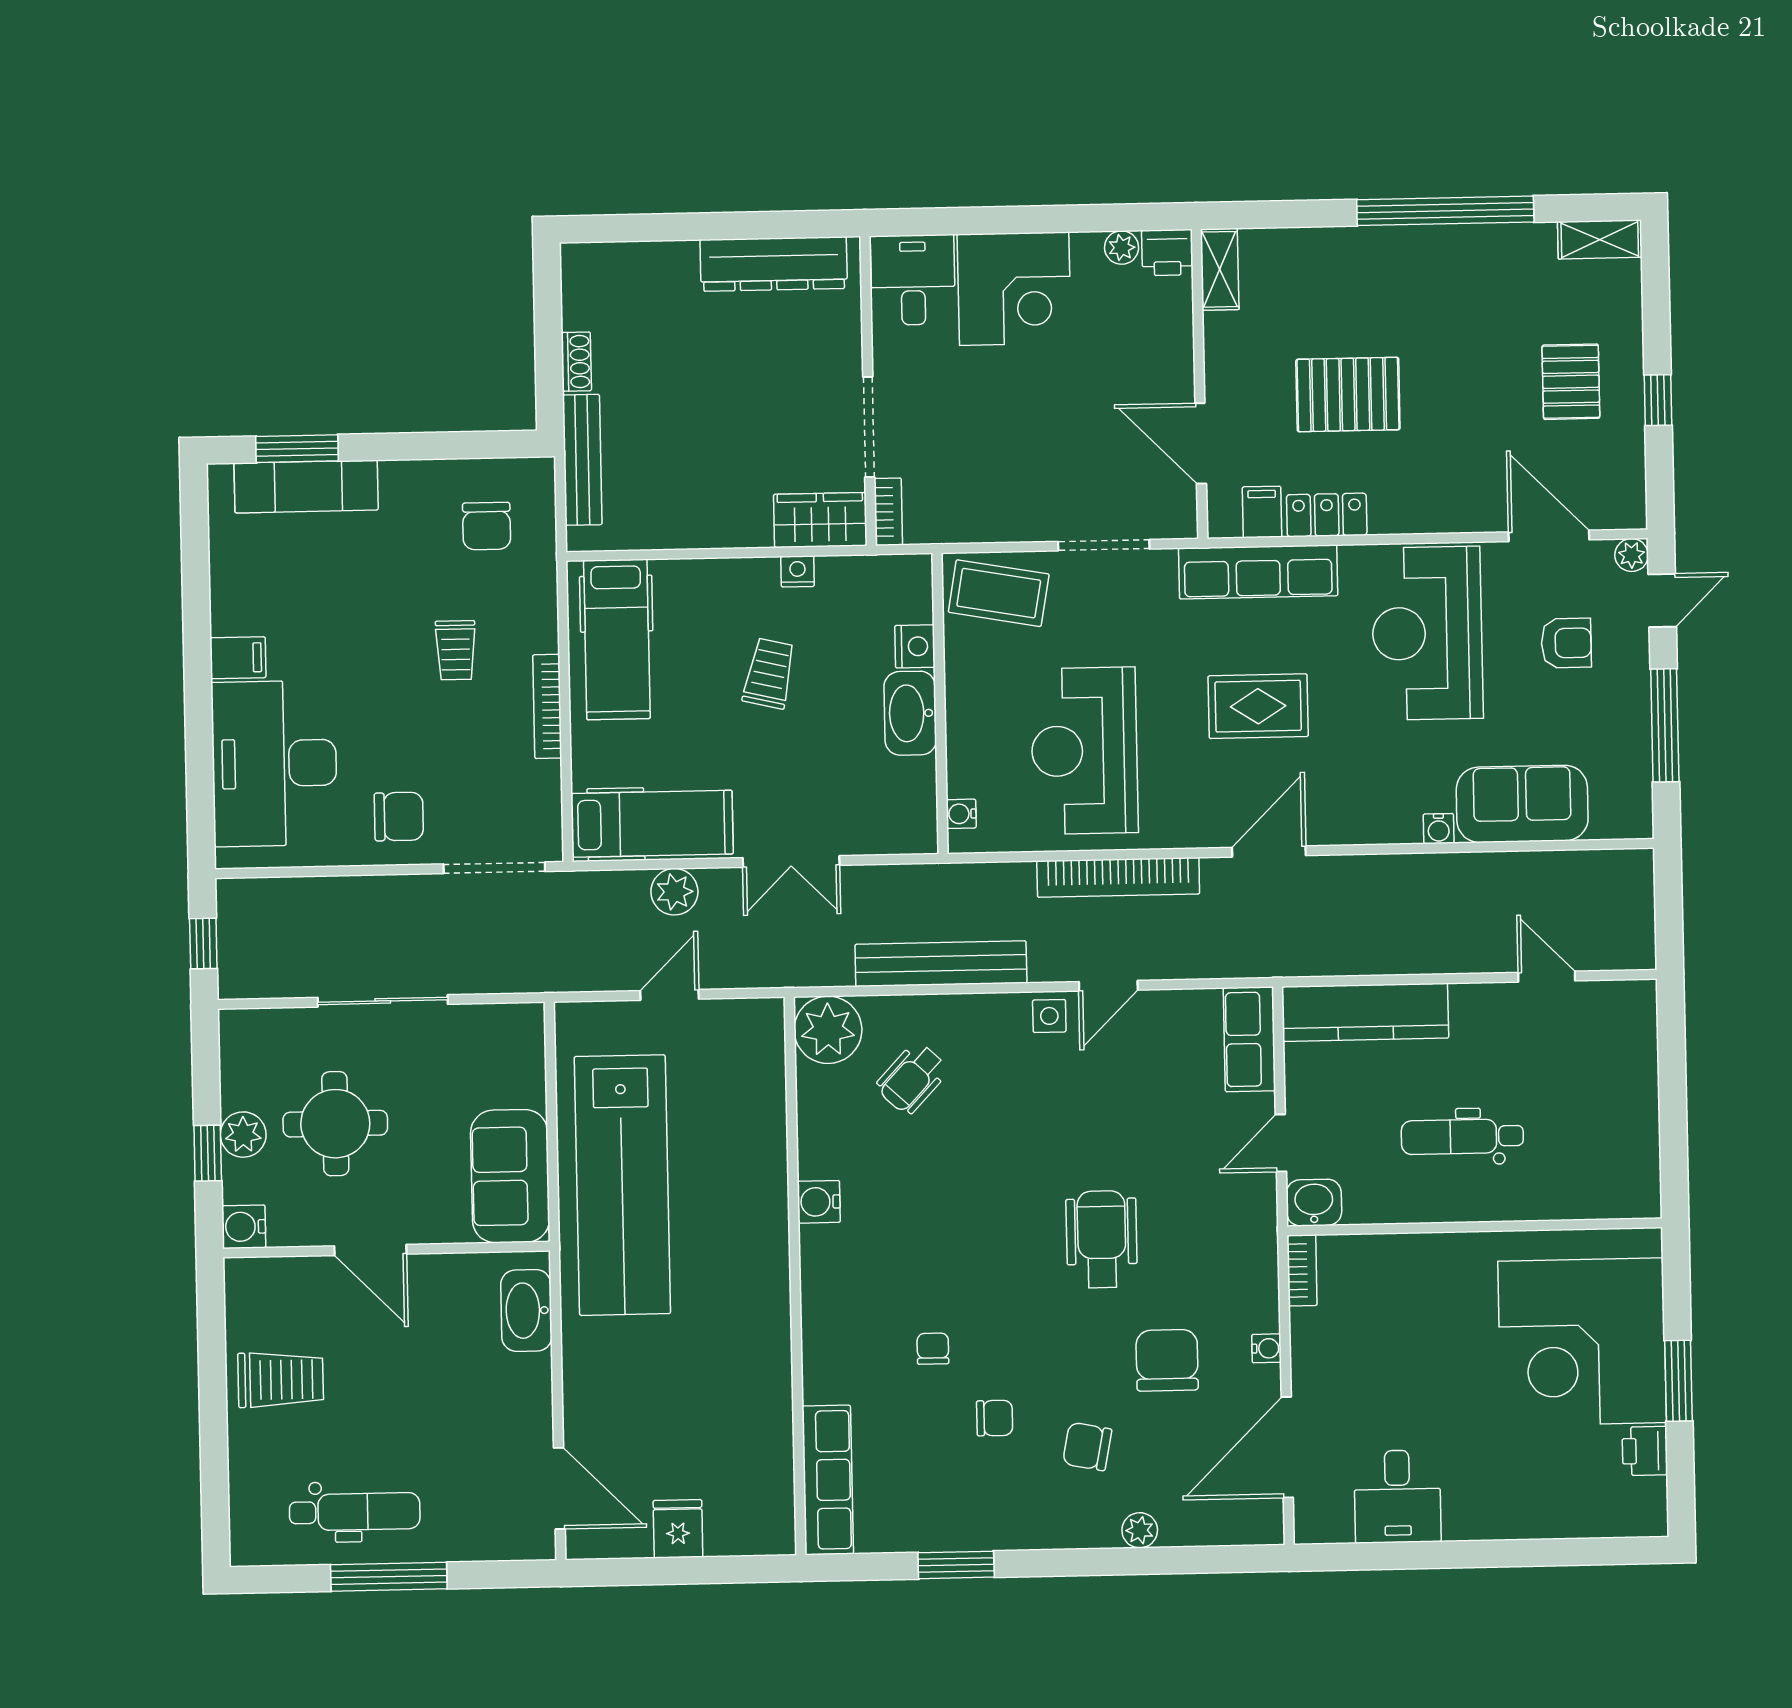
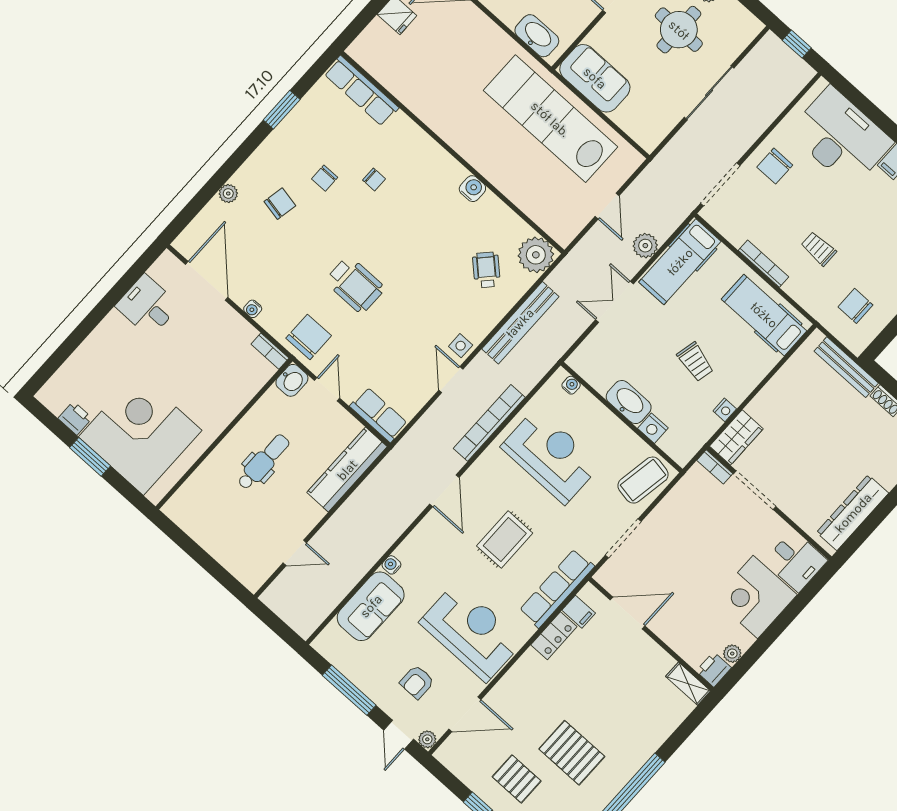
pallet: (1348, 395) -> (572, 753), moved, turned 90
chair: (1167, 1360) -> (309, 337), moved, turned -90

